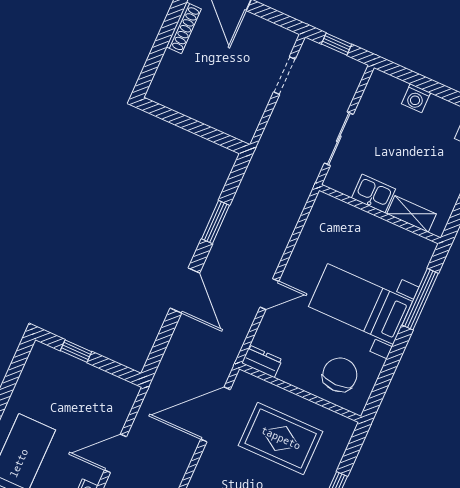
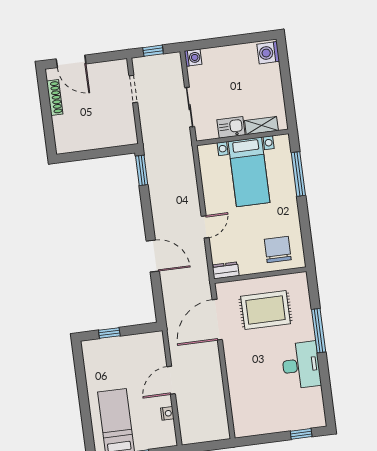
washing machine: (416, 98) -> (193, 58), moved, turned -90
window: (216, 222) -> (142, 170), moved
bed with nightstands: (360, 304) -> (249, 172), moved, turned -90

